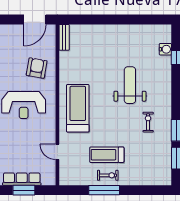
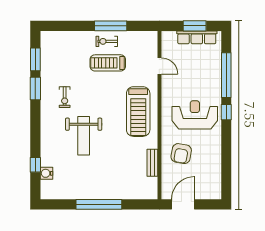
window: (115, 19) -> (99, 204), added
bench: (64, 37) -> (152, 163), moved
treadmill: (107, 155) -> (108, 63), turned 180

